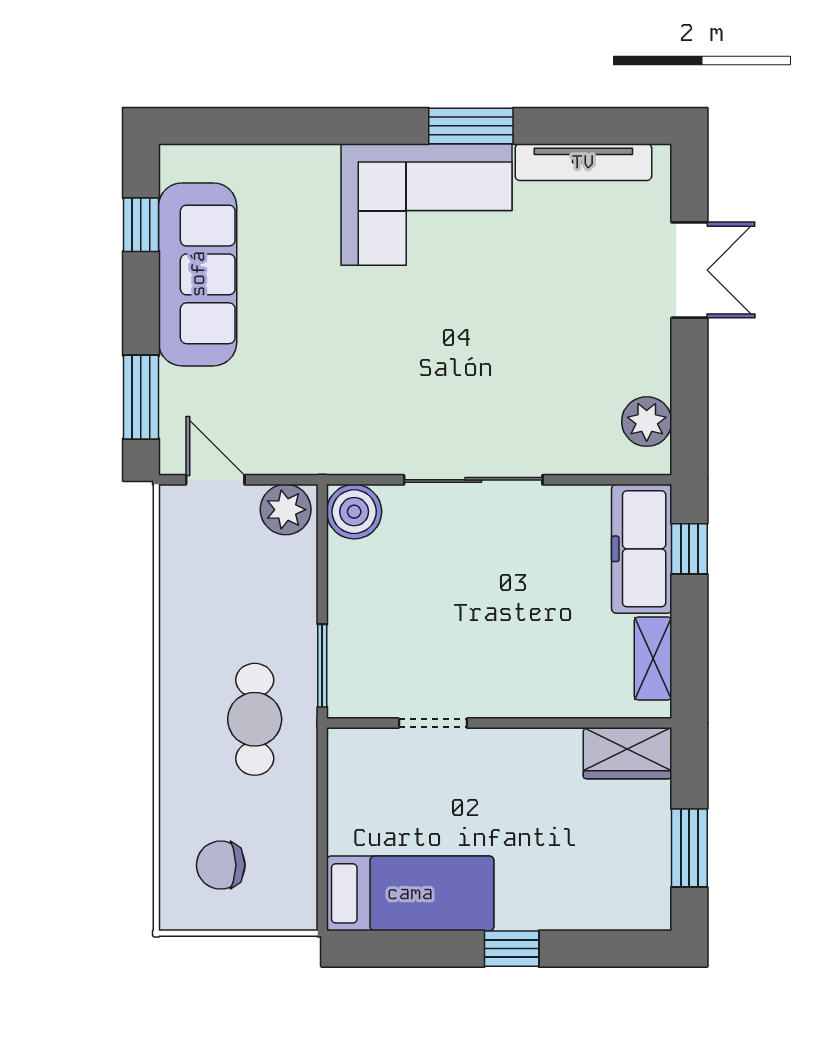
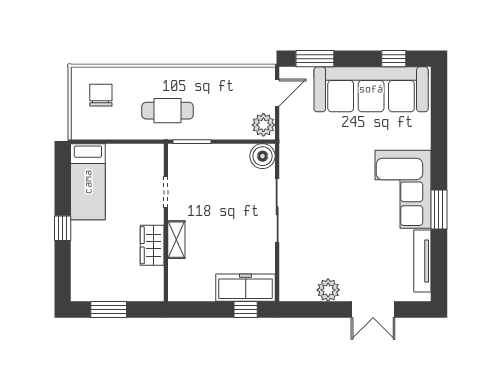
sofa: (198, 274) -> (371, 89), width x1.36, depth x1.27
plant: (647, 422) -> (328, 290), moved
shelving: (653, 659) -> (176, 240), moved, turned 90
wardrobe: (628, 753) -> (152, 245), moved

